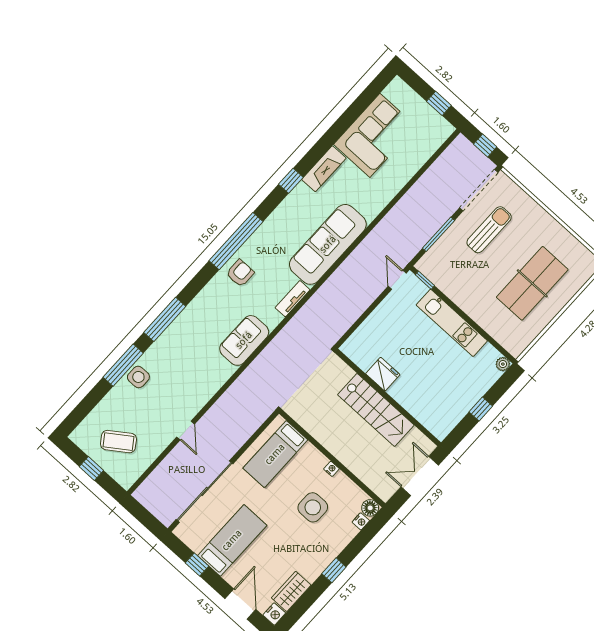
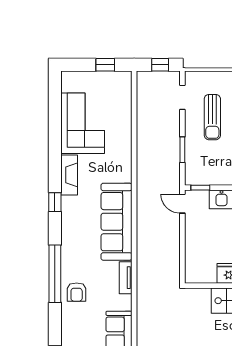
doorway: (479, 190) -> (182, 97), width x0.53
sun lounger: (489, 230) -> (212, 117), turned 180
window: (439, 234) -> (182, 150), width x0.69
armchair: (240, 273) -> (77, 292), turned 180

